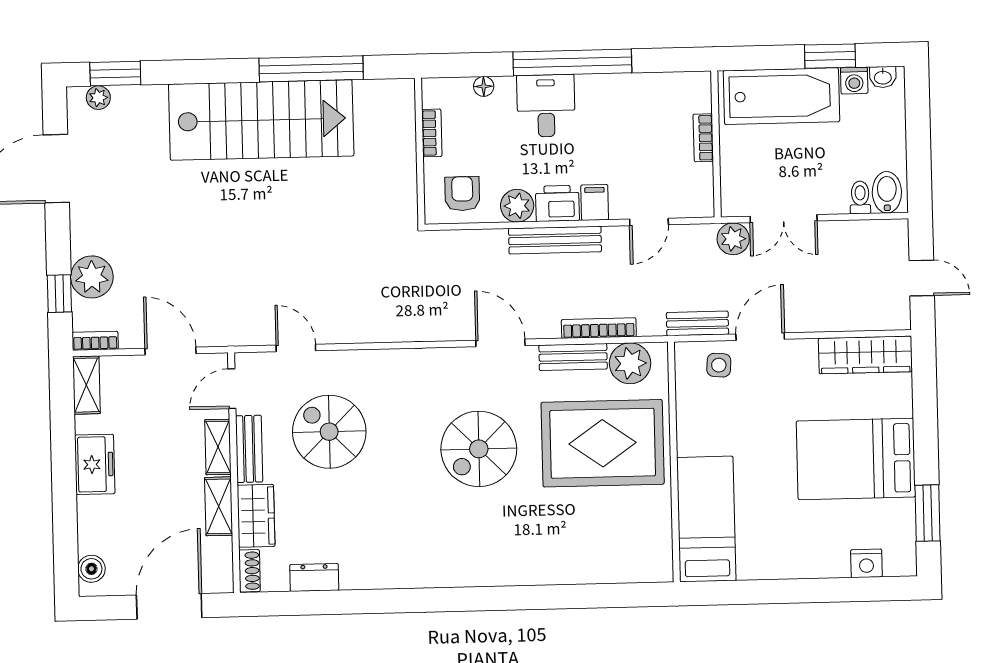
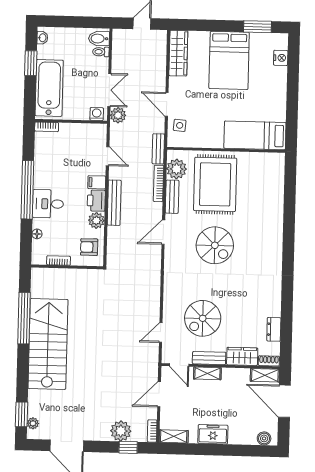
washing machine: (854, 81) -> (97, 114), moved, turned -90
bookcase: (703, 138) -> (47, 127), moved
bench: (697, 323) -> (158, 149), moved
shelving: (219, 506) -> (265, 375), moved

